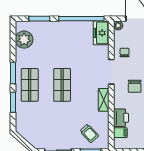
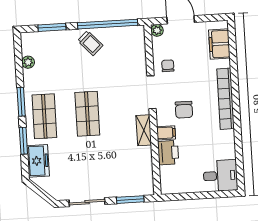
freezer: (101, 33) -> (38, 161), moved, turned 180
plant: (24, 40) -> (28, 62), width x0.53, depth x0.53
trolley: (89, 133) -> (90, 43), moved
filing cabinet: (120, 133) -> (166, 133), moved

